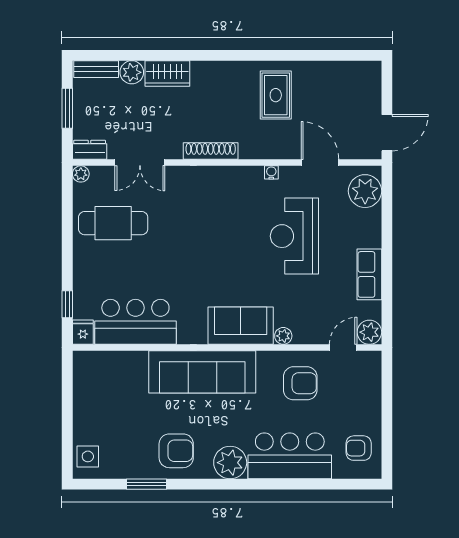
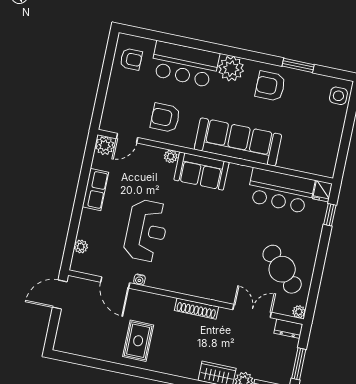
water cooler: (271, 172) -> (139, 280), moved
plant: (365, 191) -> (81, 247), width x0.53, depth x0.53
cafe table: (113, 223) -> (282, 269), turned 45

